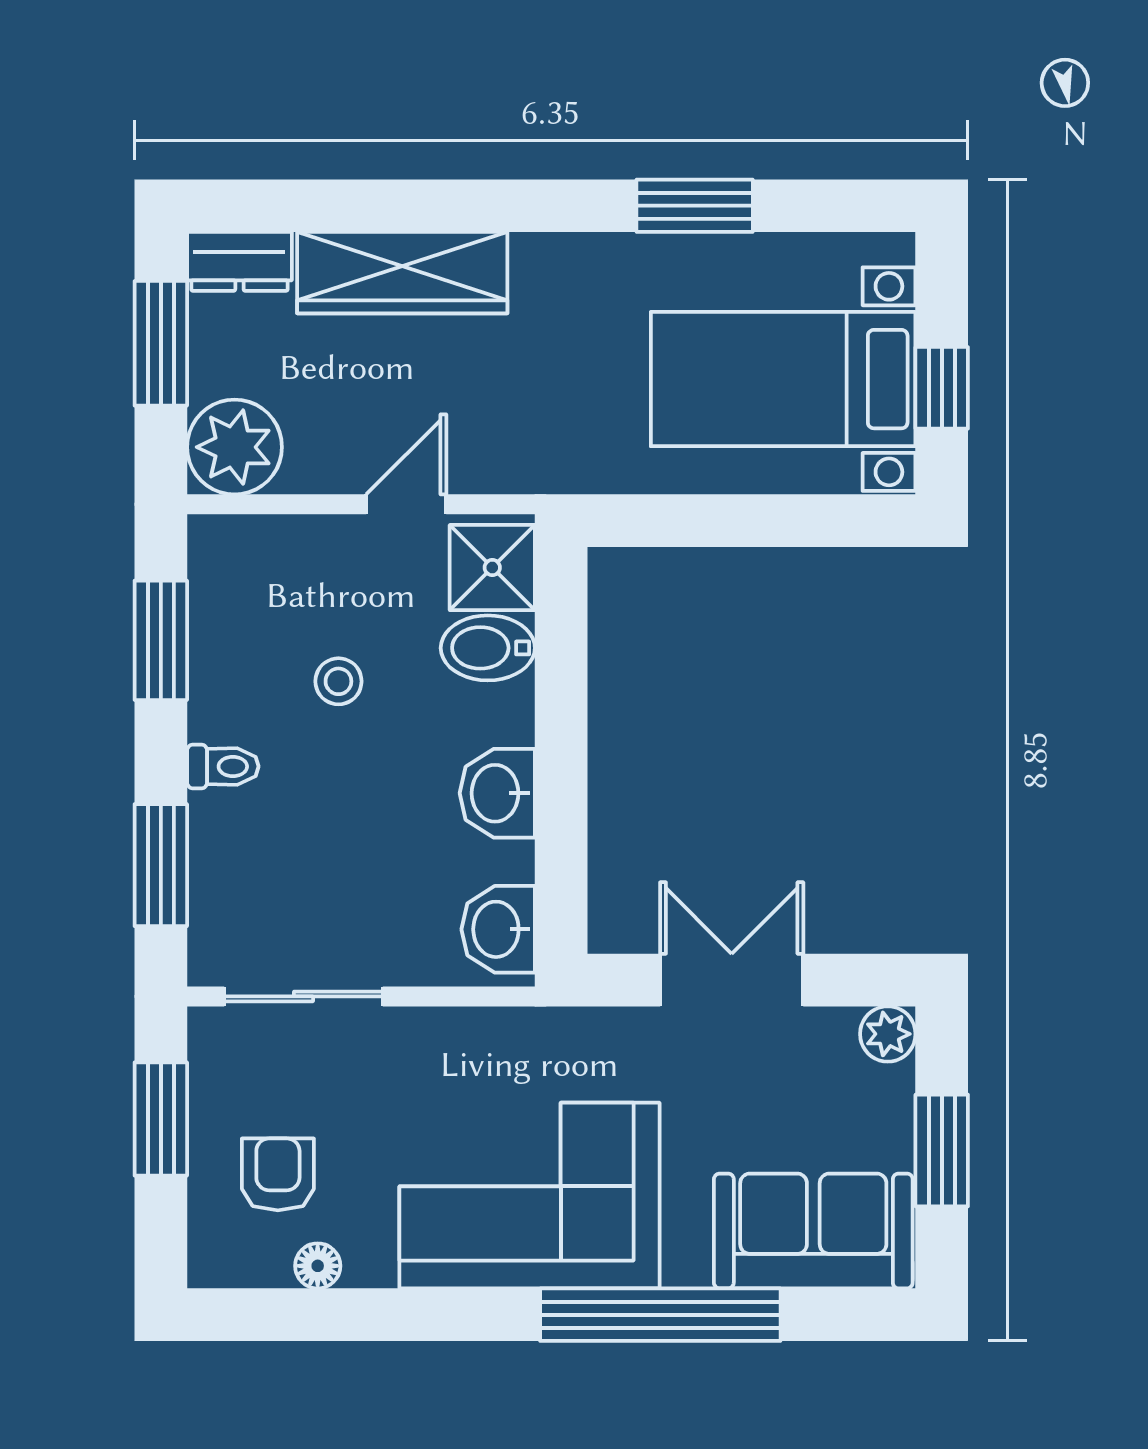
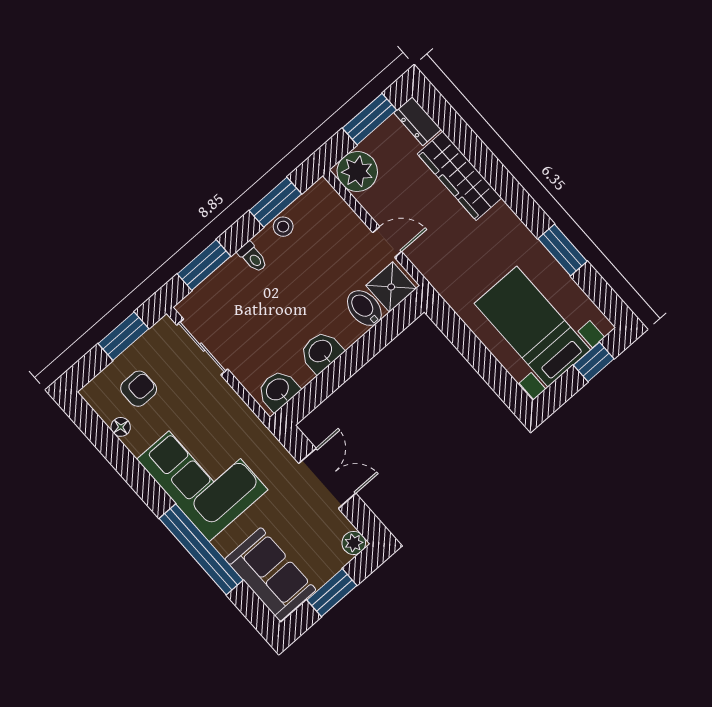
window: (942, 388) -> (594, 362), moved
stool: (338, 681) -> (283, 227), moved

